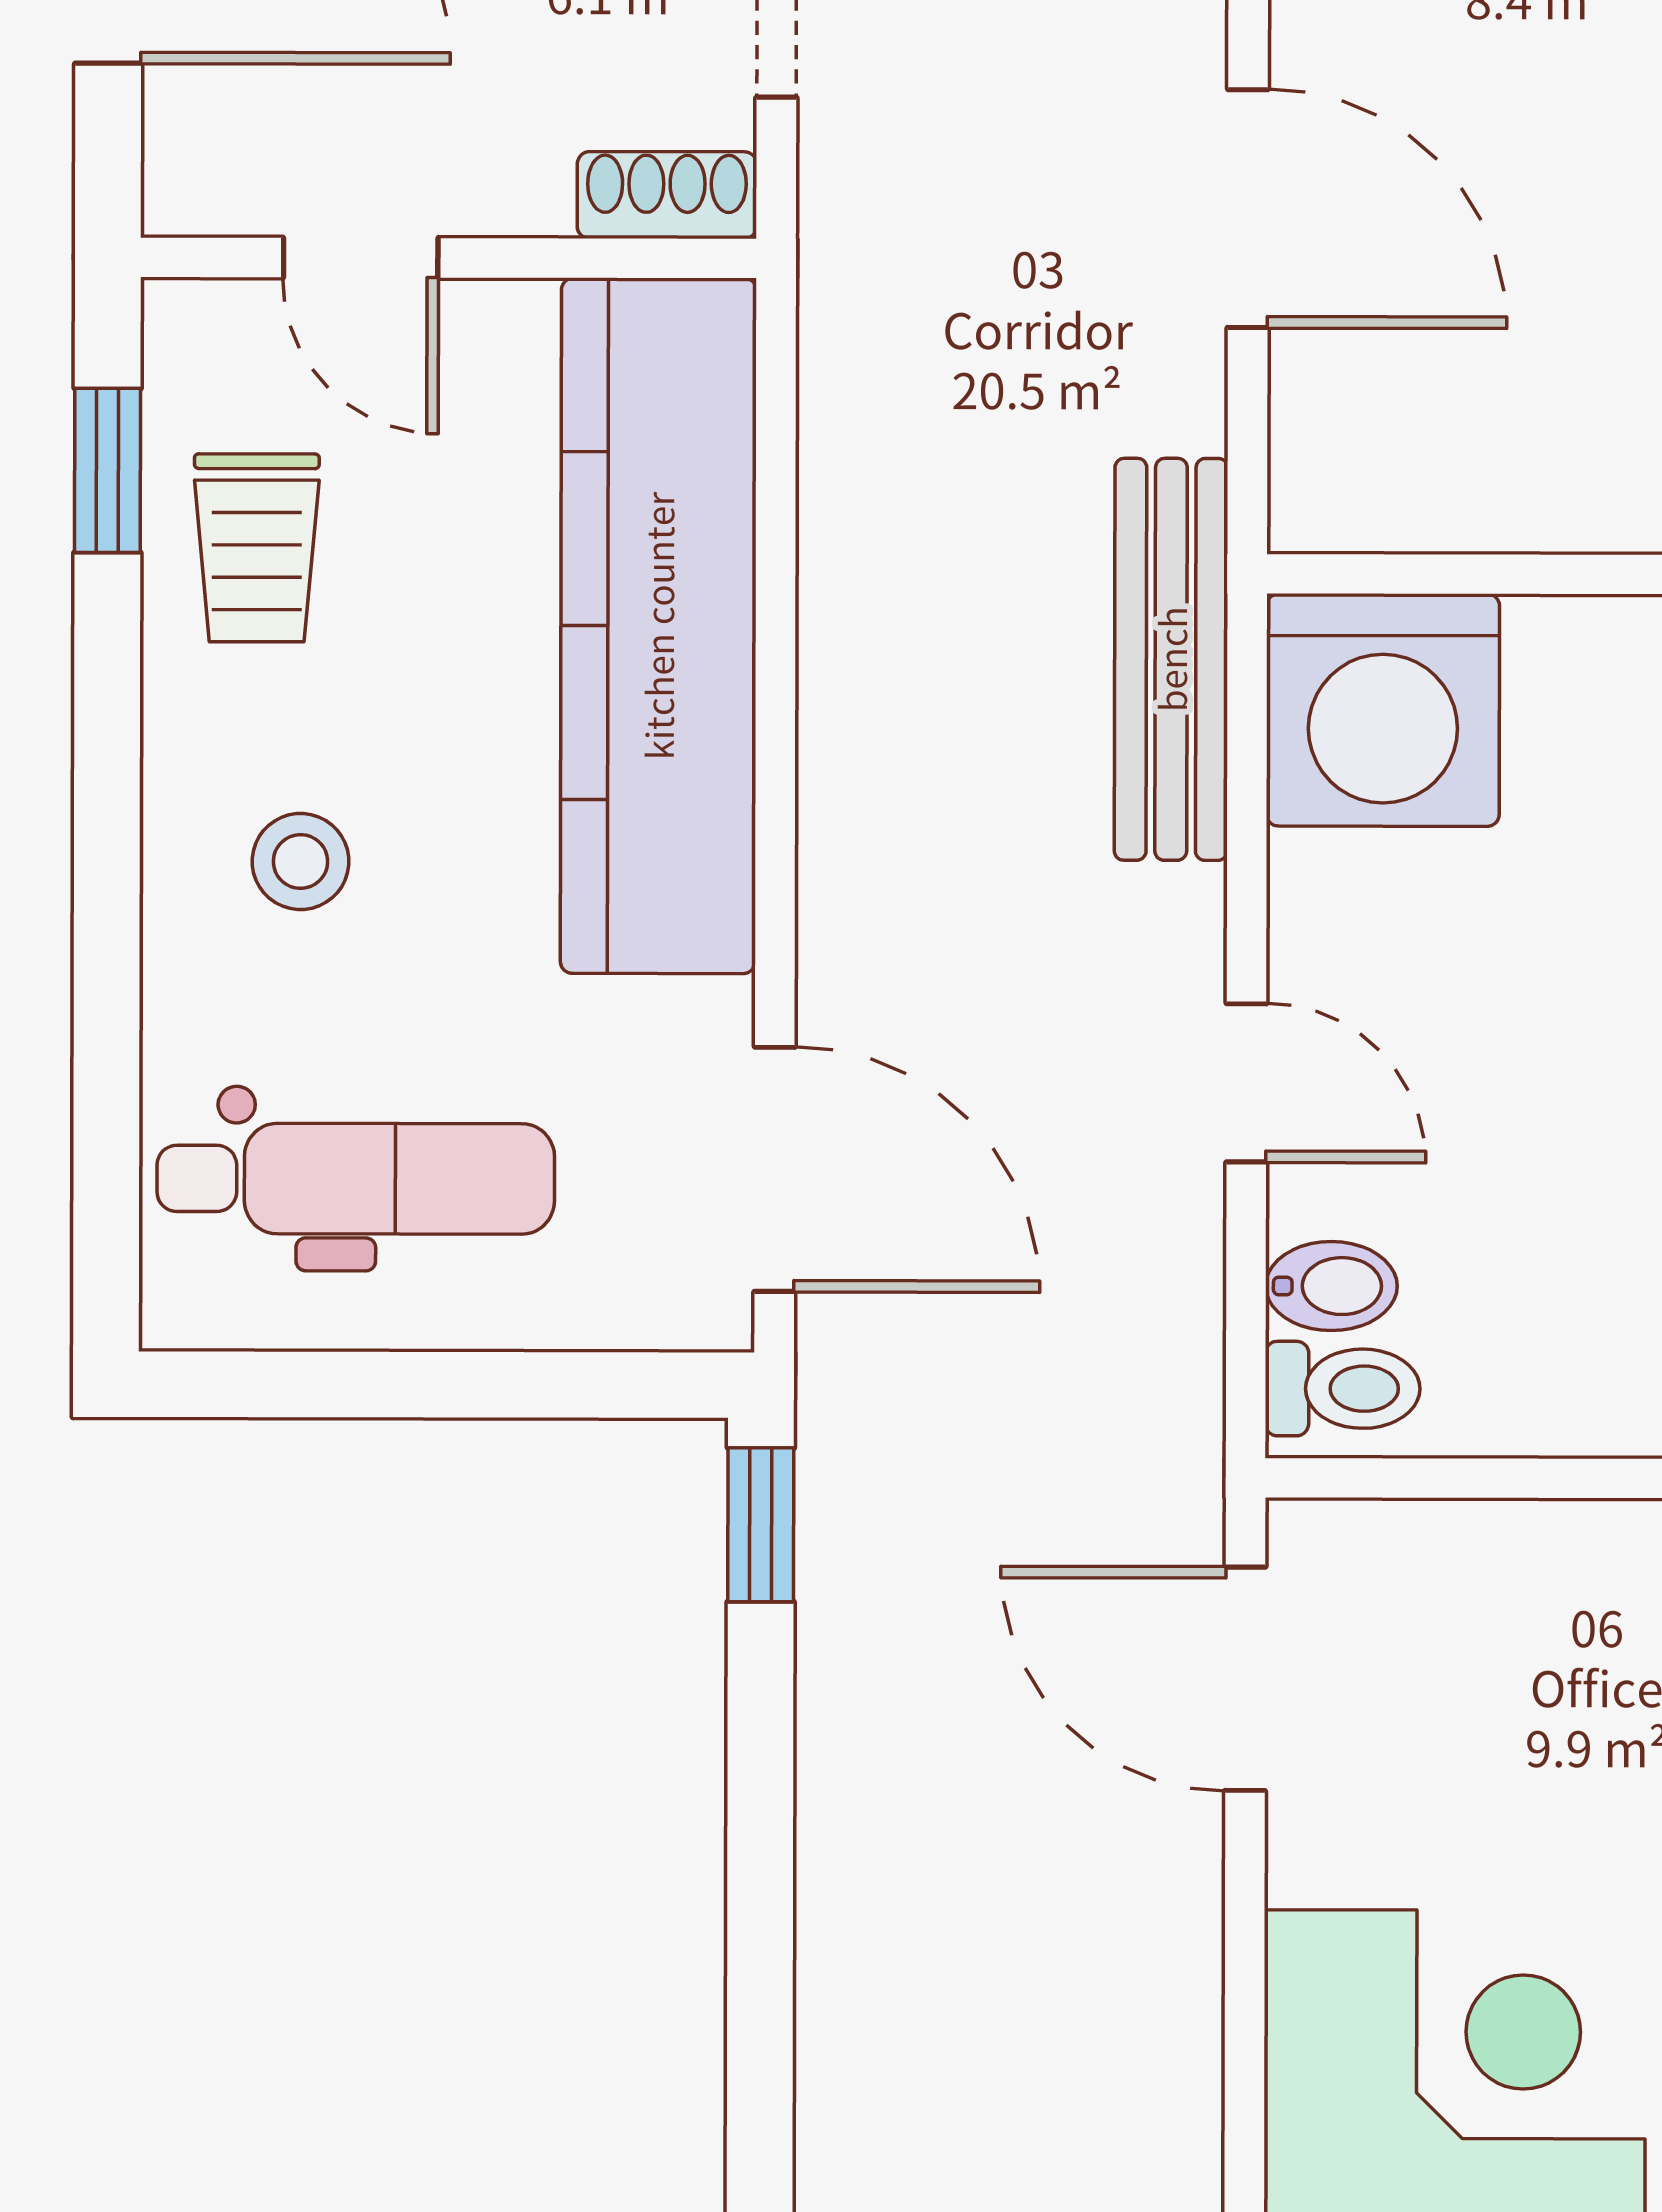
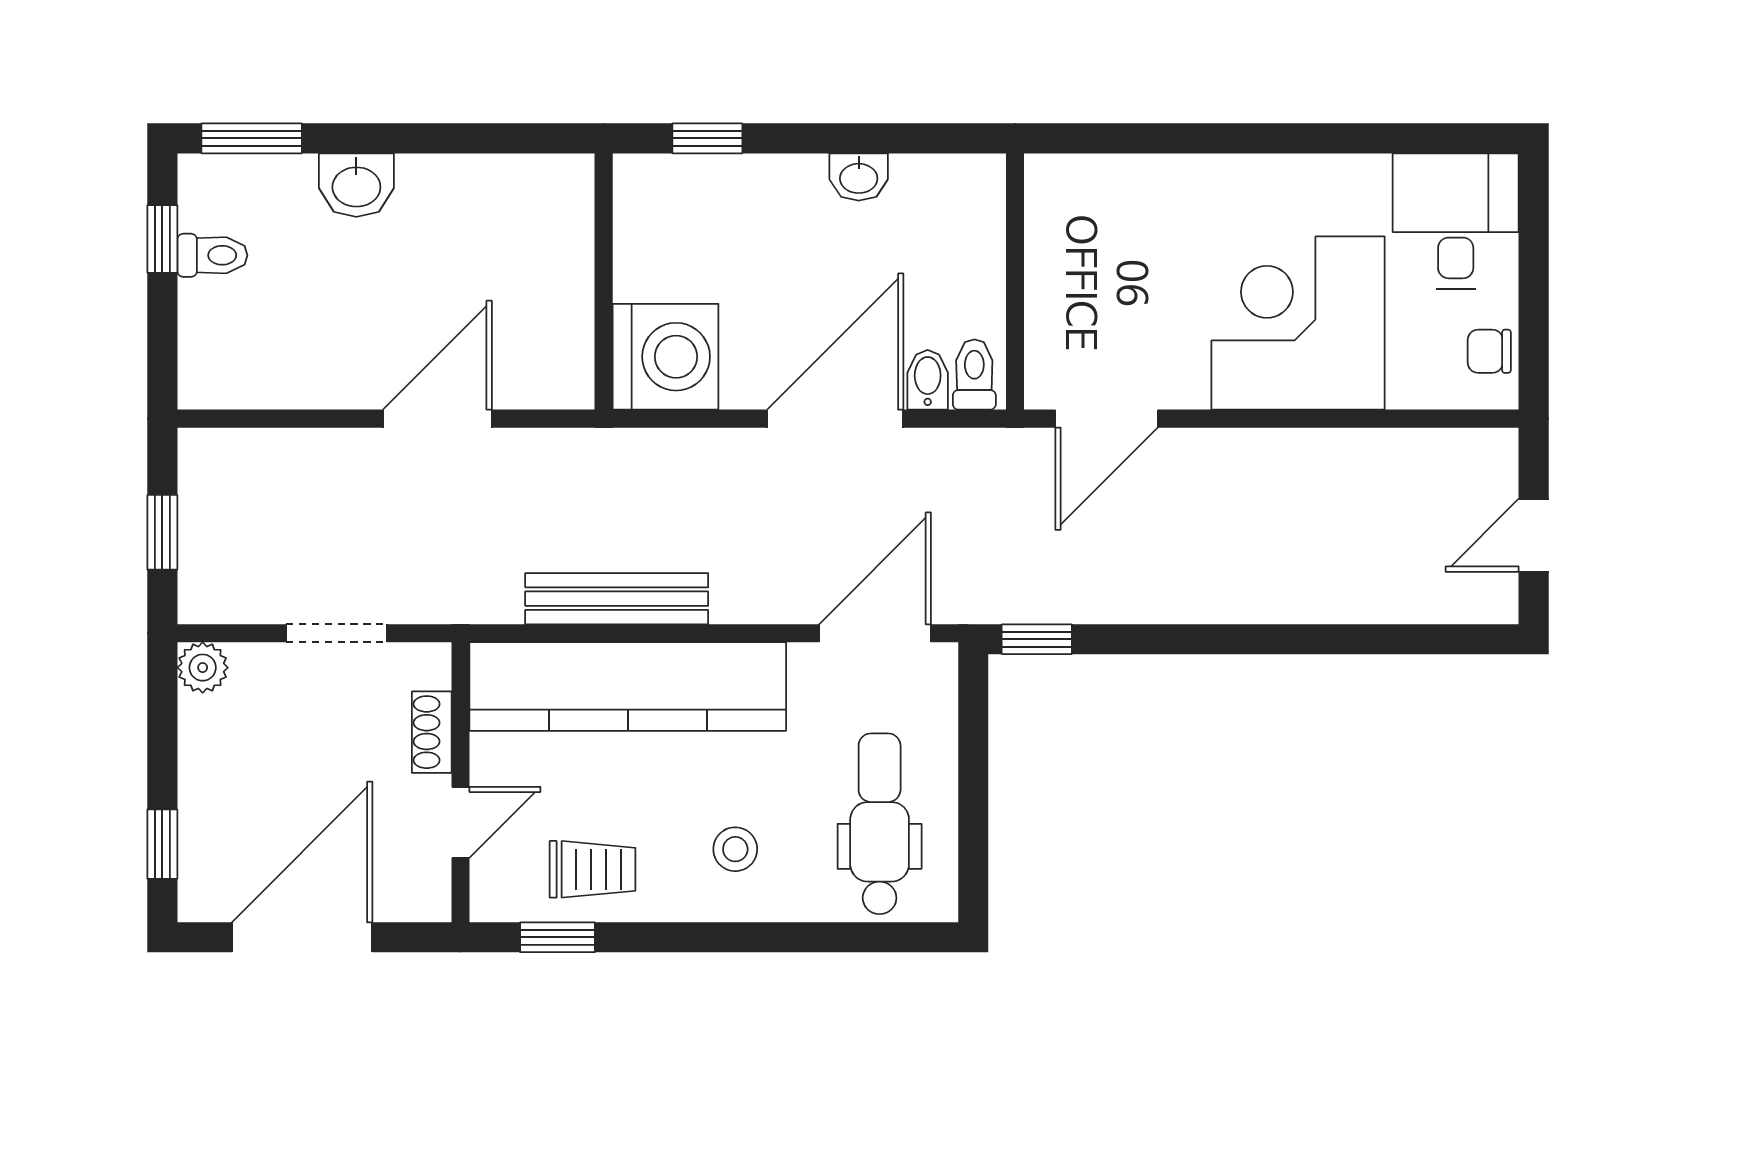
shoe rack: (667, 195) -> (432, 732), moved
bench: (1171, 659) -> (617, 599), moved
door: (1246, 1083) -> (835, 419), width x1.88

